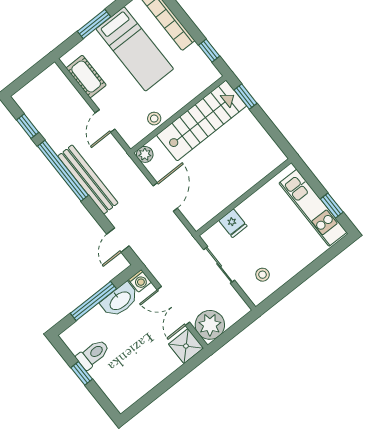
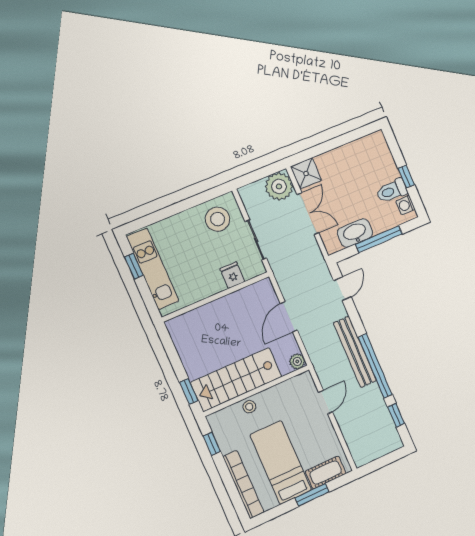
cot: (86, 77) -> (326, 472), moved, turned 90
stool: (154, 119) -> (249, 407), moved
stool: (263, 275) -> (218, 219), width x1.89, depth x1.89
washing machine: (140, 281) -> (405, 205), moved, turned -90

